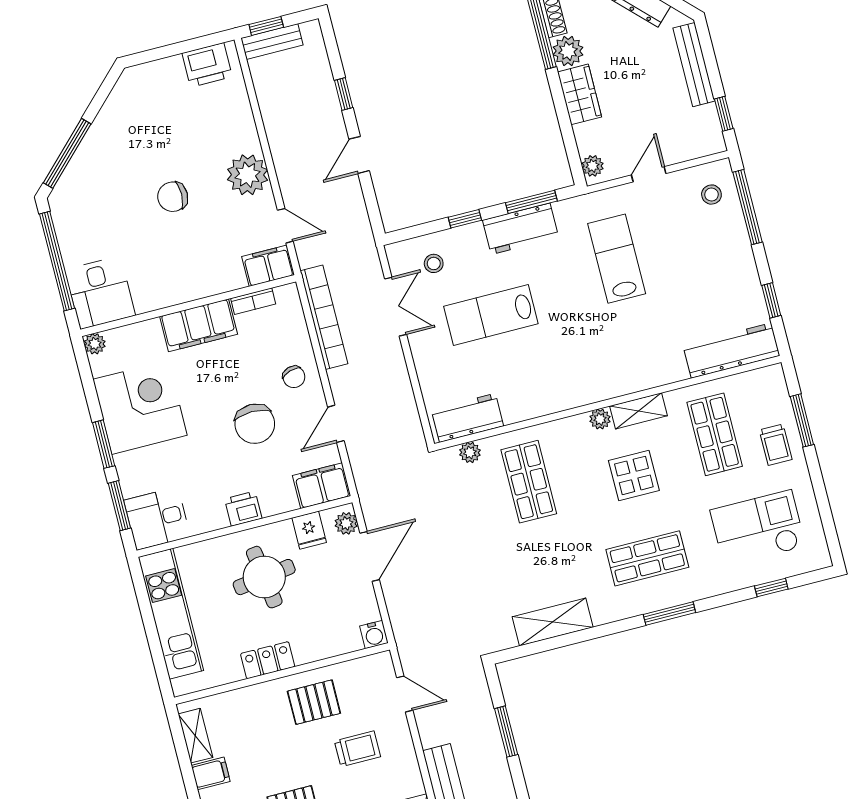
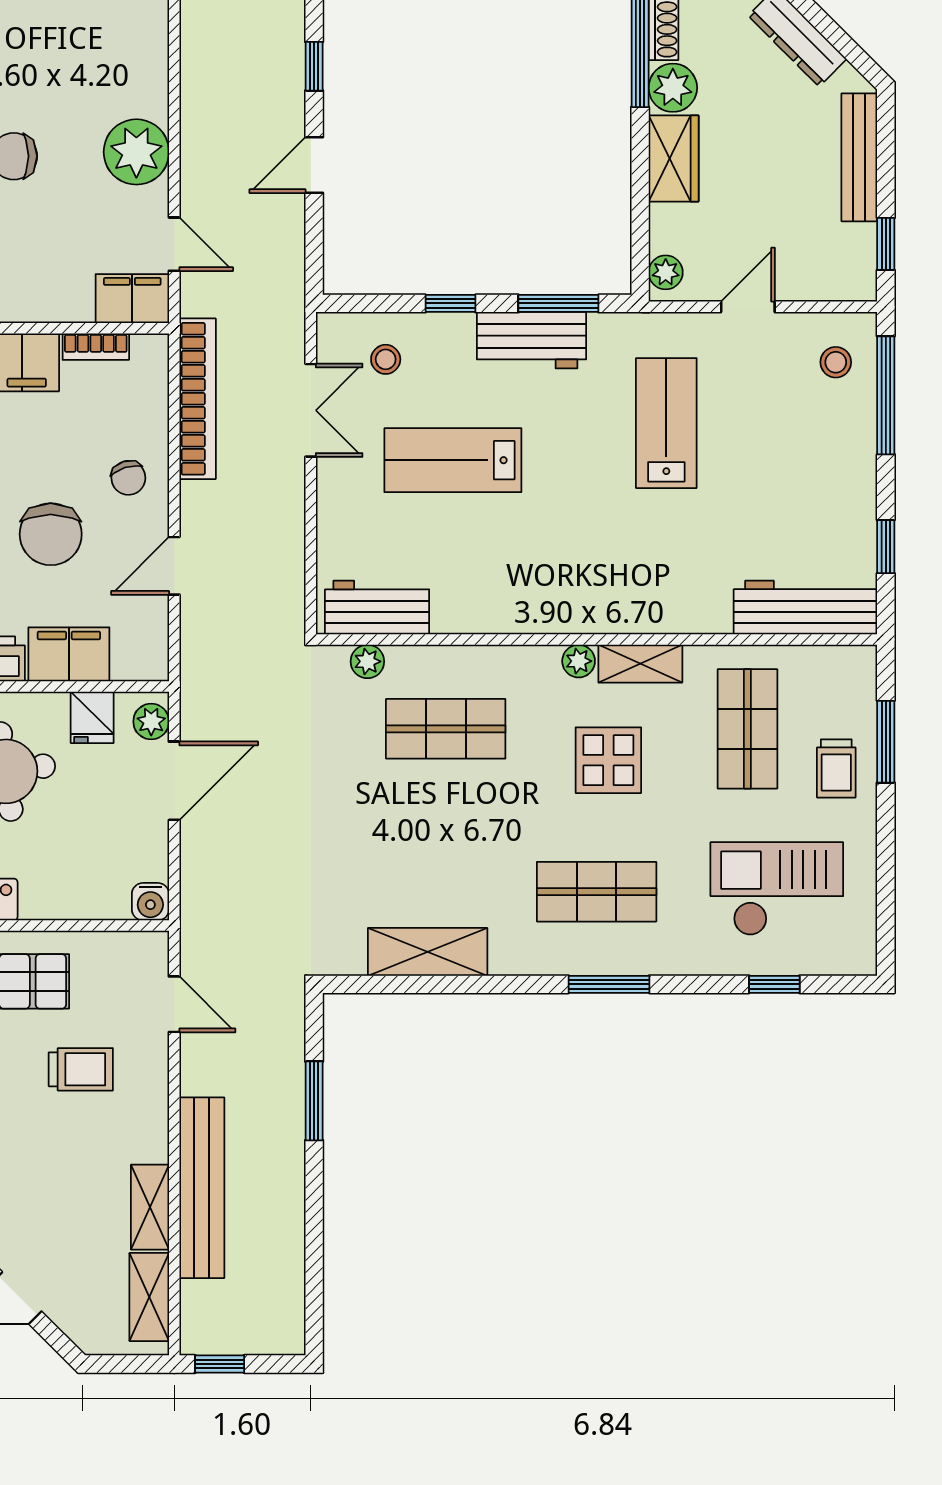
shop shelf: (529, 482) -> (446, 729), turned 90
filing cabinet: (322, 486) -> (69, 654), moved

